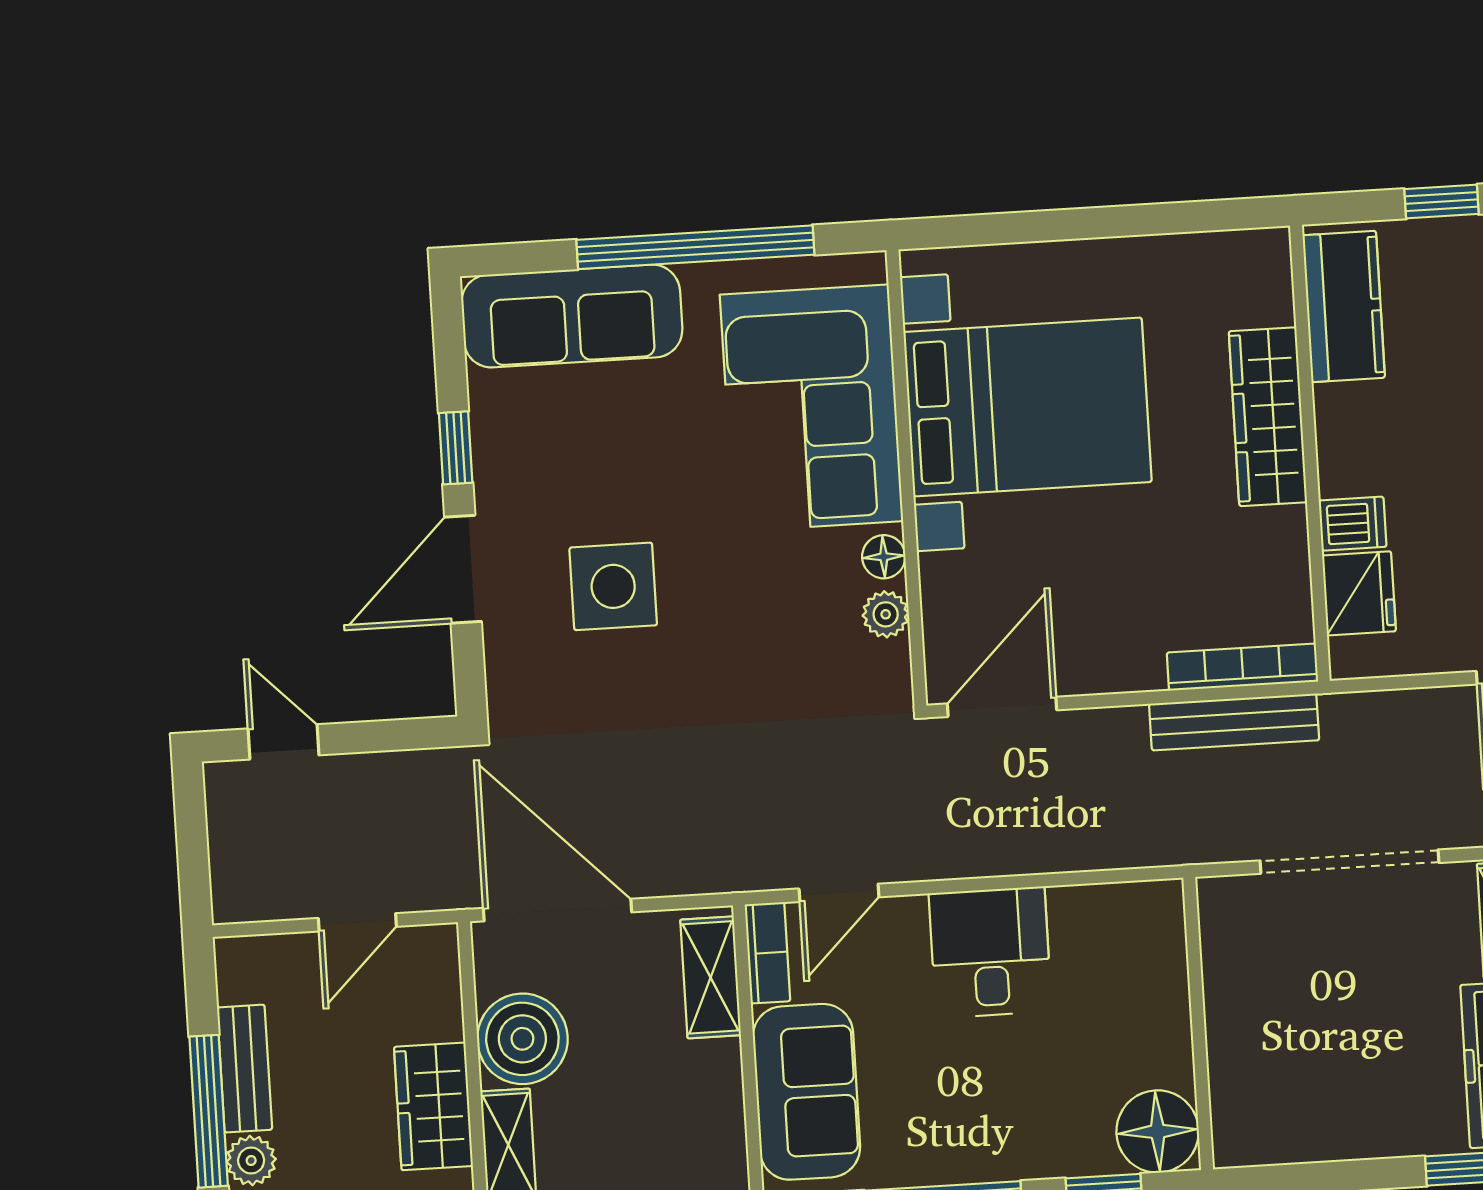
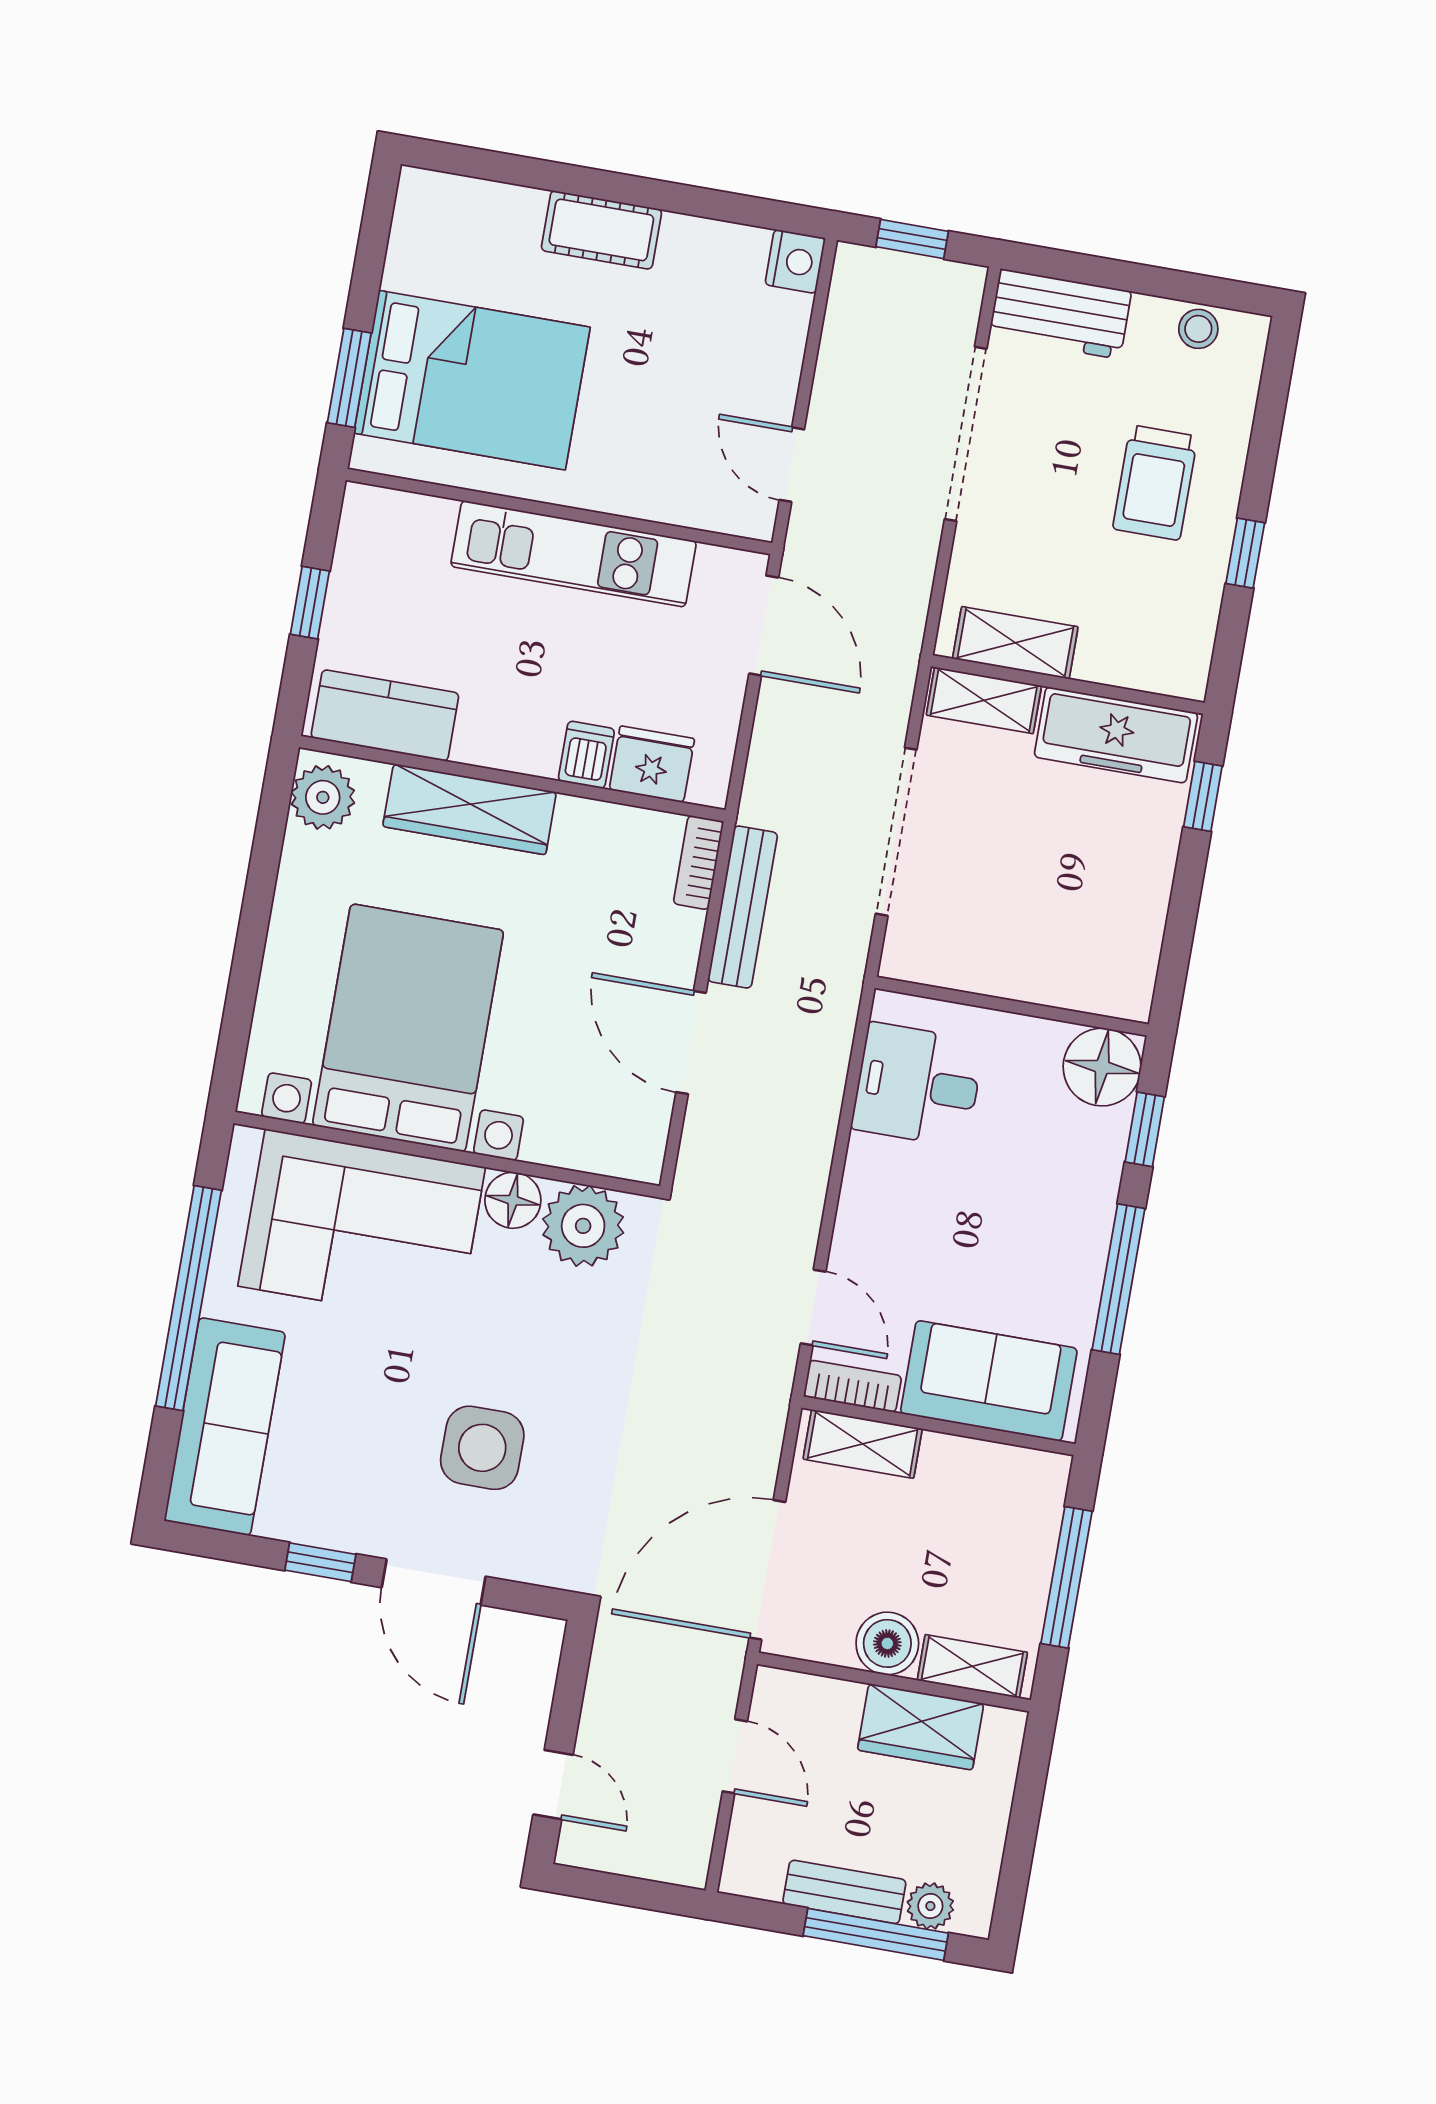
plant: (1244, 263) -> (323, 797), added
floor lamp: (884, 557) -> (513, 1200), width x1.37, depth x1.37
plant: (886, 614) -> (583, 1226), width x1.87, depth x1.87
bookcase: (1242, 667) -> (698, 862), width x0.64
door: (1002, 707) -> (691, 1043), moved
door: (283, 742) -> (553, 1785), swing flipped
desk: (990, 952) -> (918, 1085), moved
boiler: (522, 1039) -> (887, 1643), width x0.73, depth x0.73

